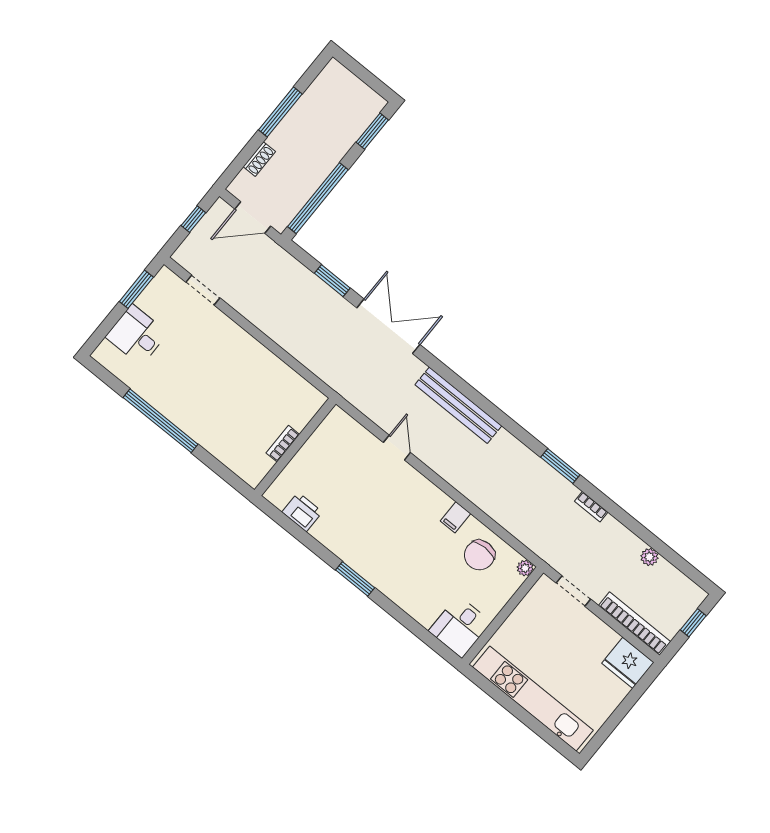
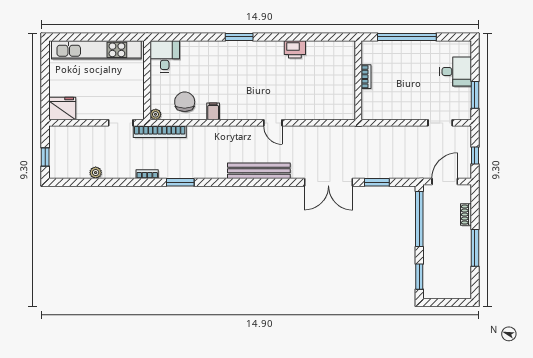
bookcase: (283, 444) -> (366, 77), moved
wall: (295, 447) -> (358, 80), moved
bookcase: (635, 624) -> (160, 132), moved

